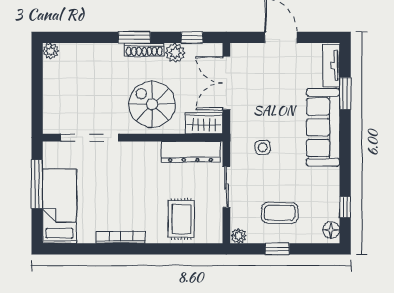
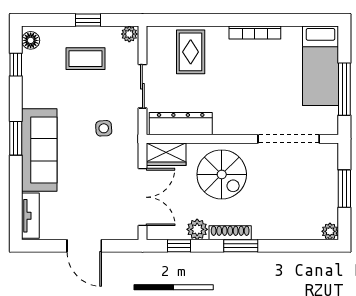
window: (37, 91) -> (344, 189), added
window: (345, 94) -> (16, 138), moved

